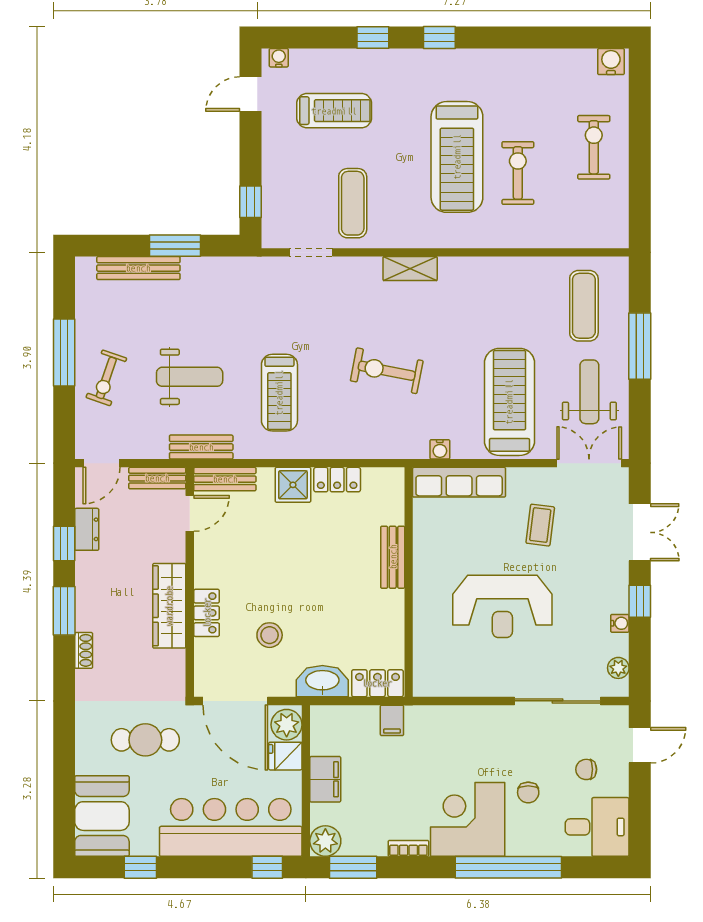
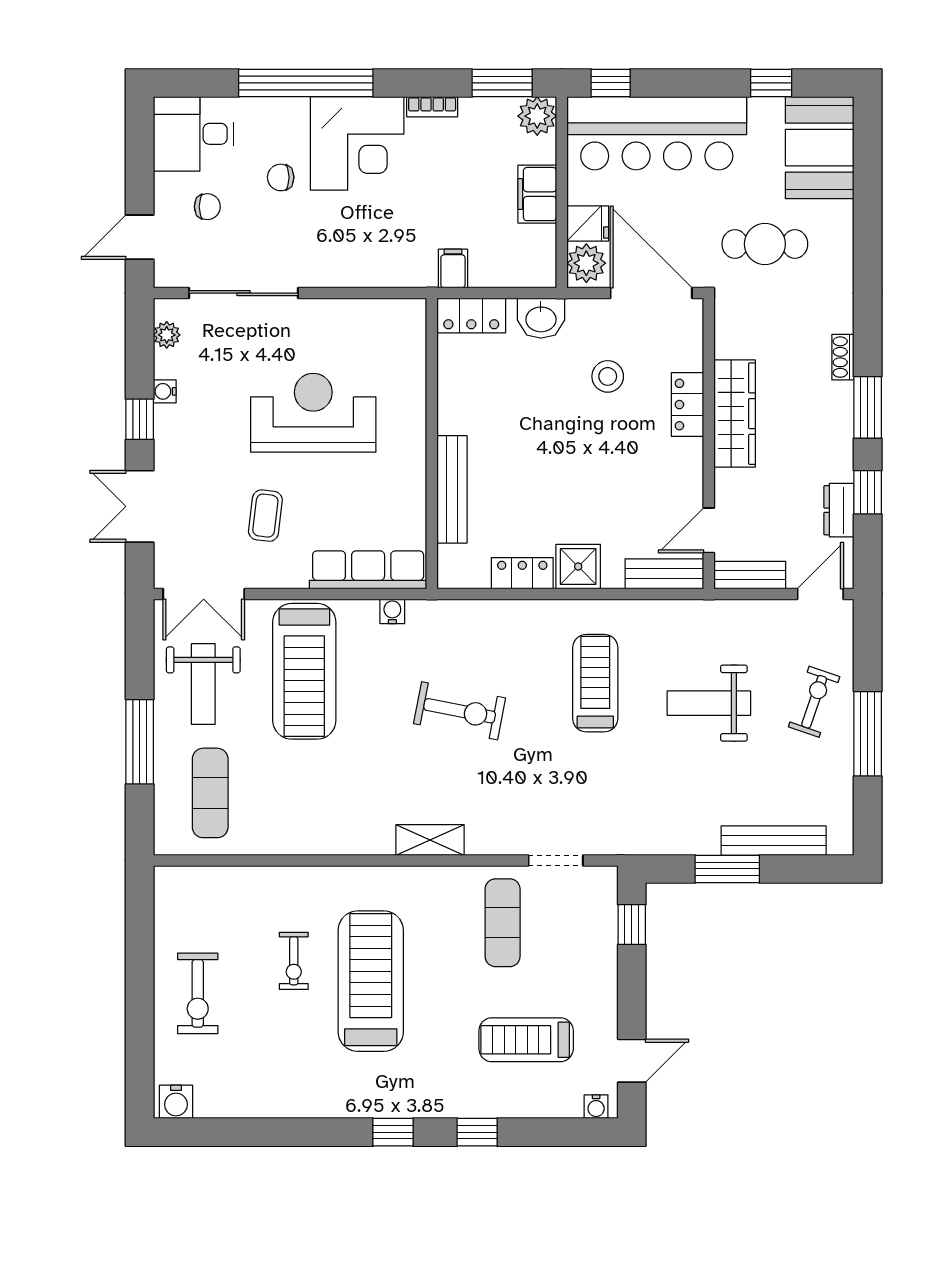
exercise bike: (518, 173) -> (294, 961), width x0.73, depth x0.72
bench: (201, 447) -> (694, 614), removed
bench: (393, 557) -> (452, 489), width x1.36
washbasin: (322, 681) -> (541, 318), width x0.72
chair: (528, 792) -> (281, 177), turned -90

